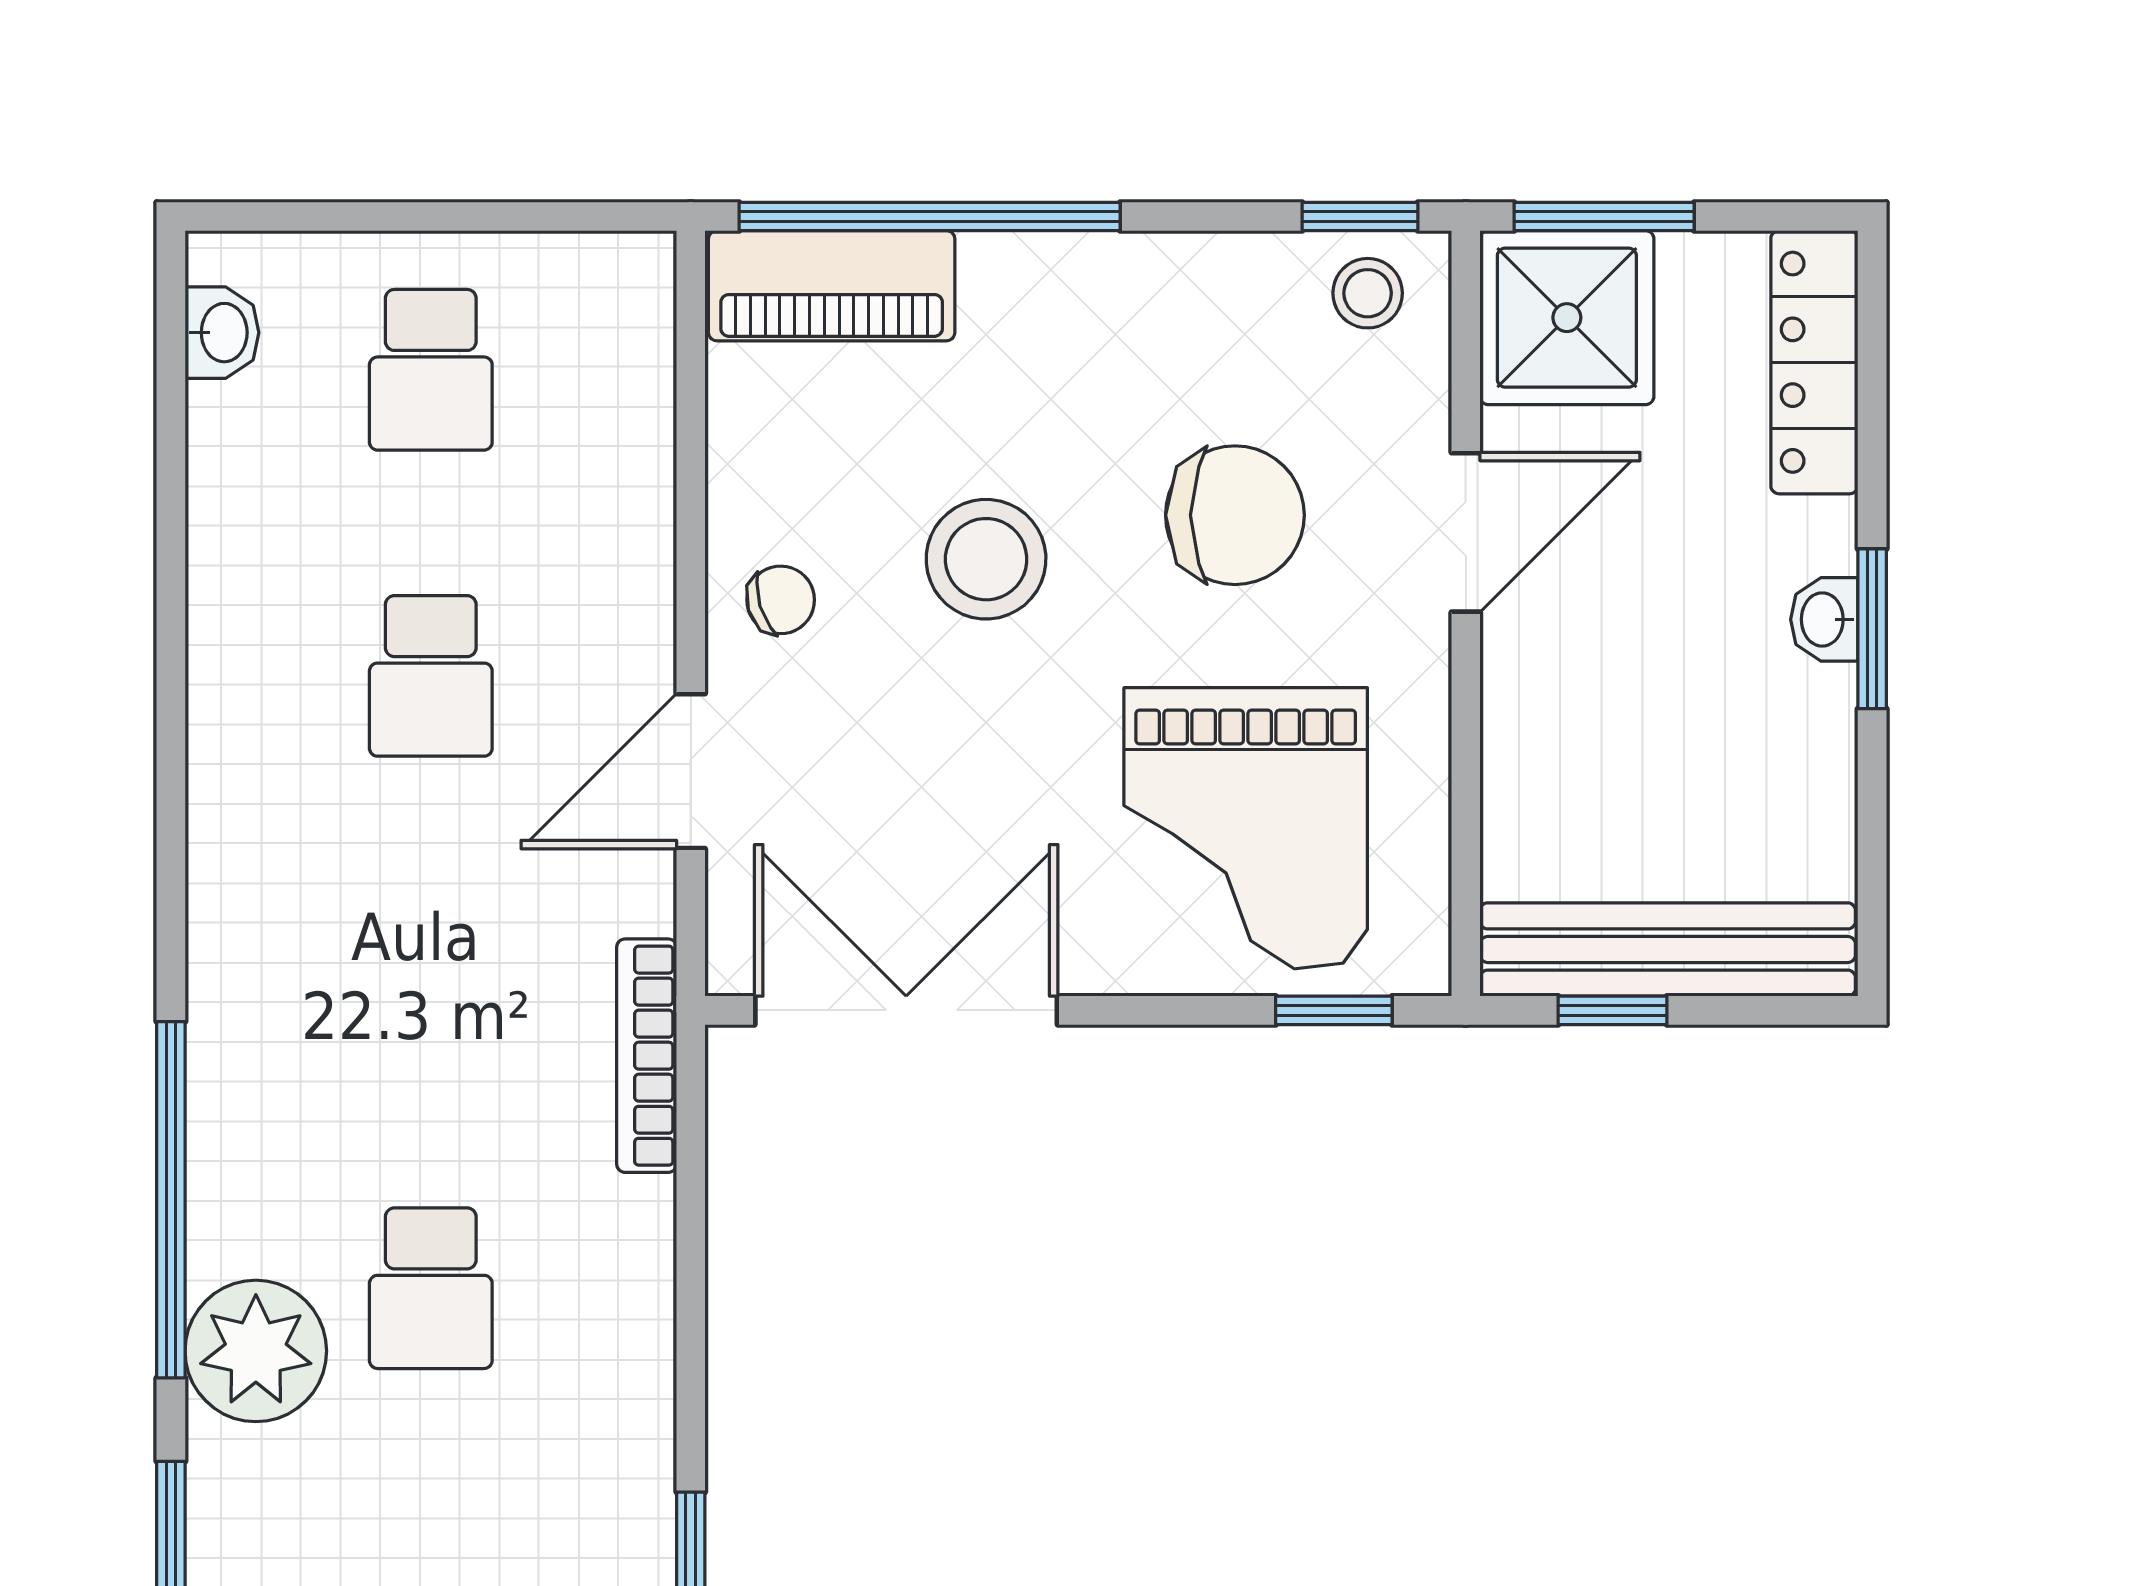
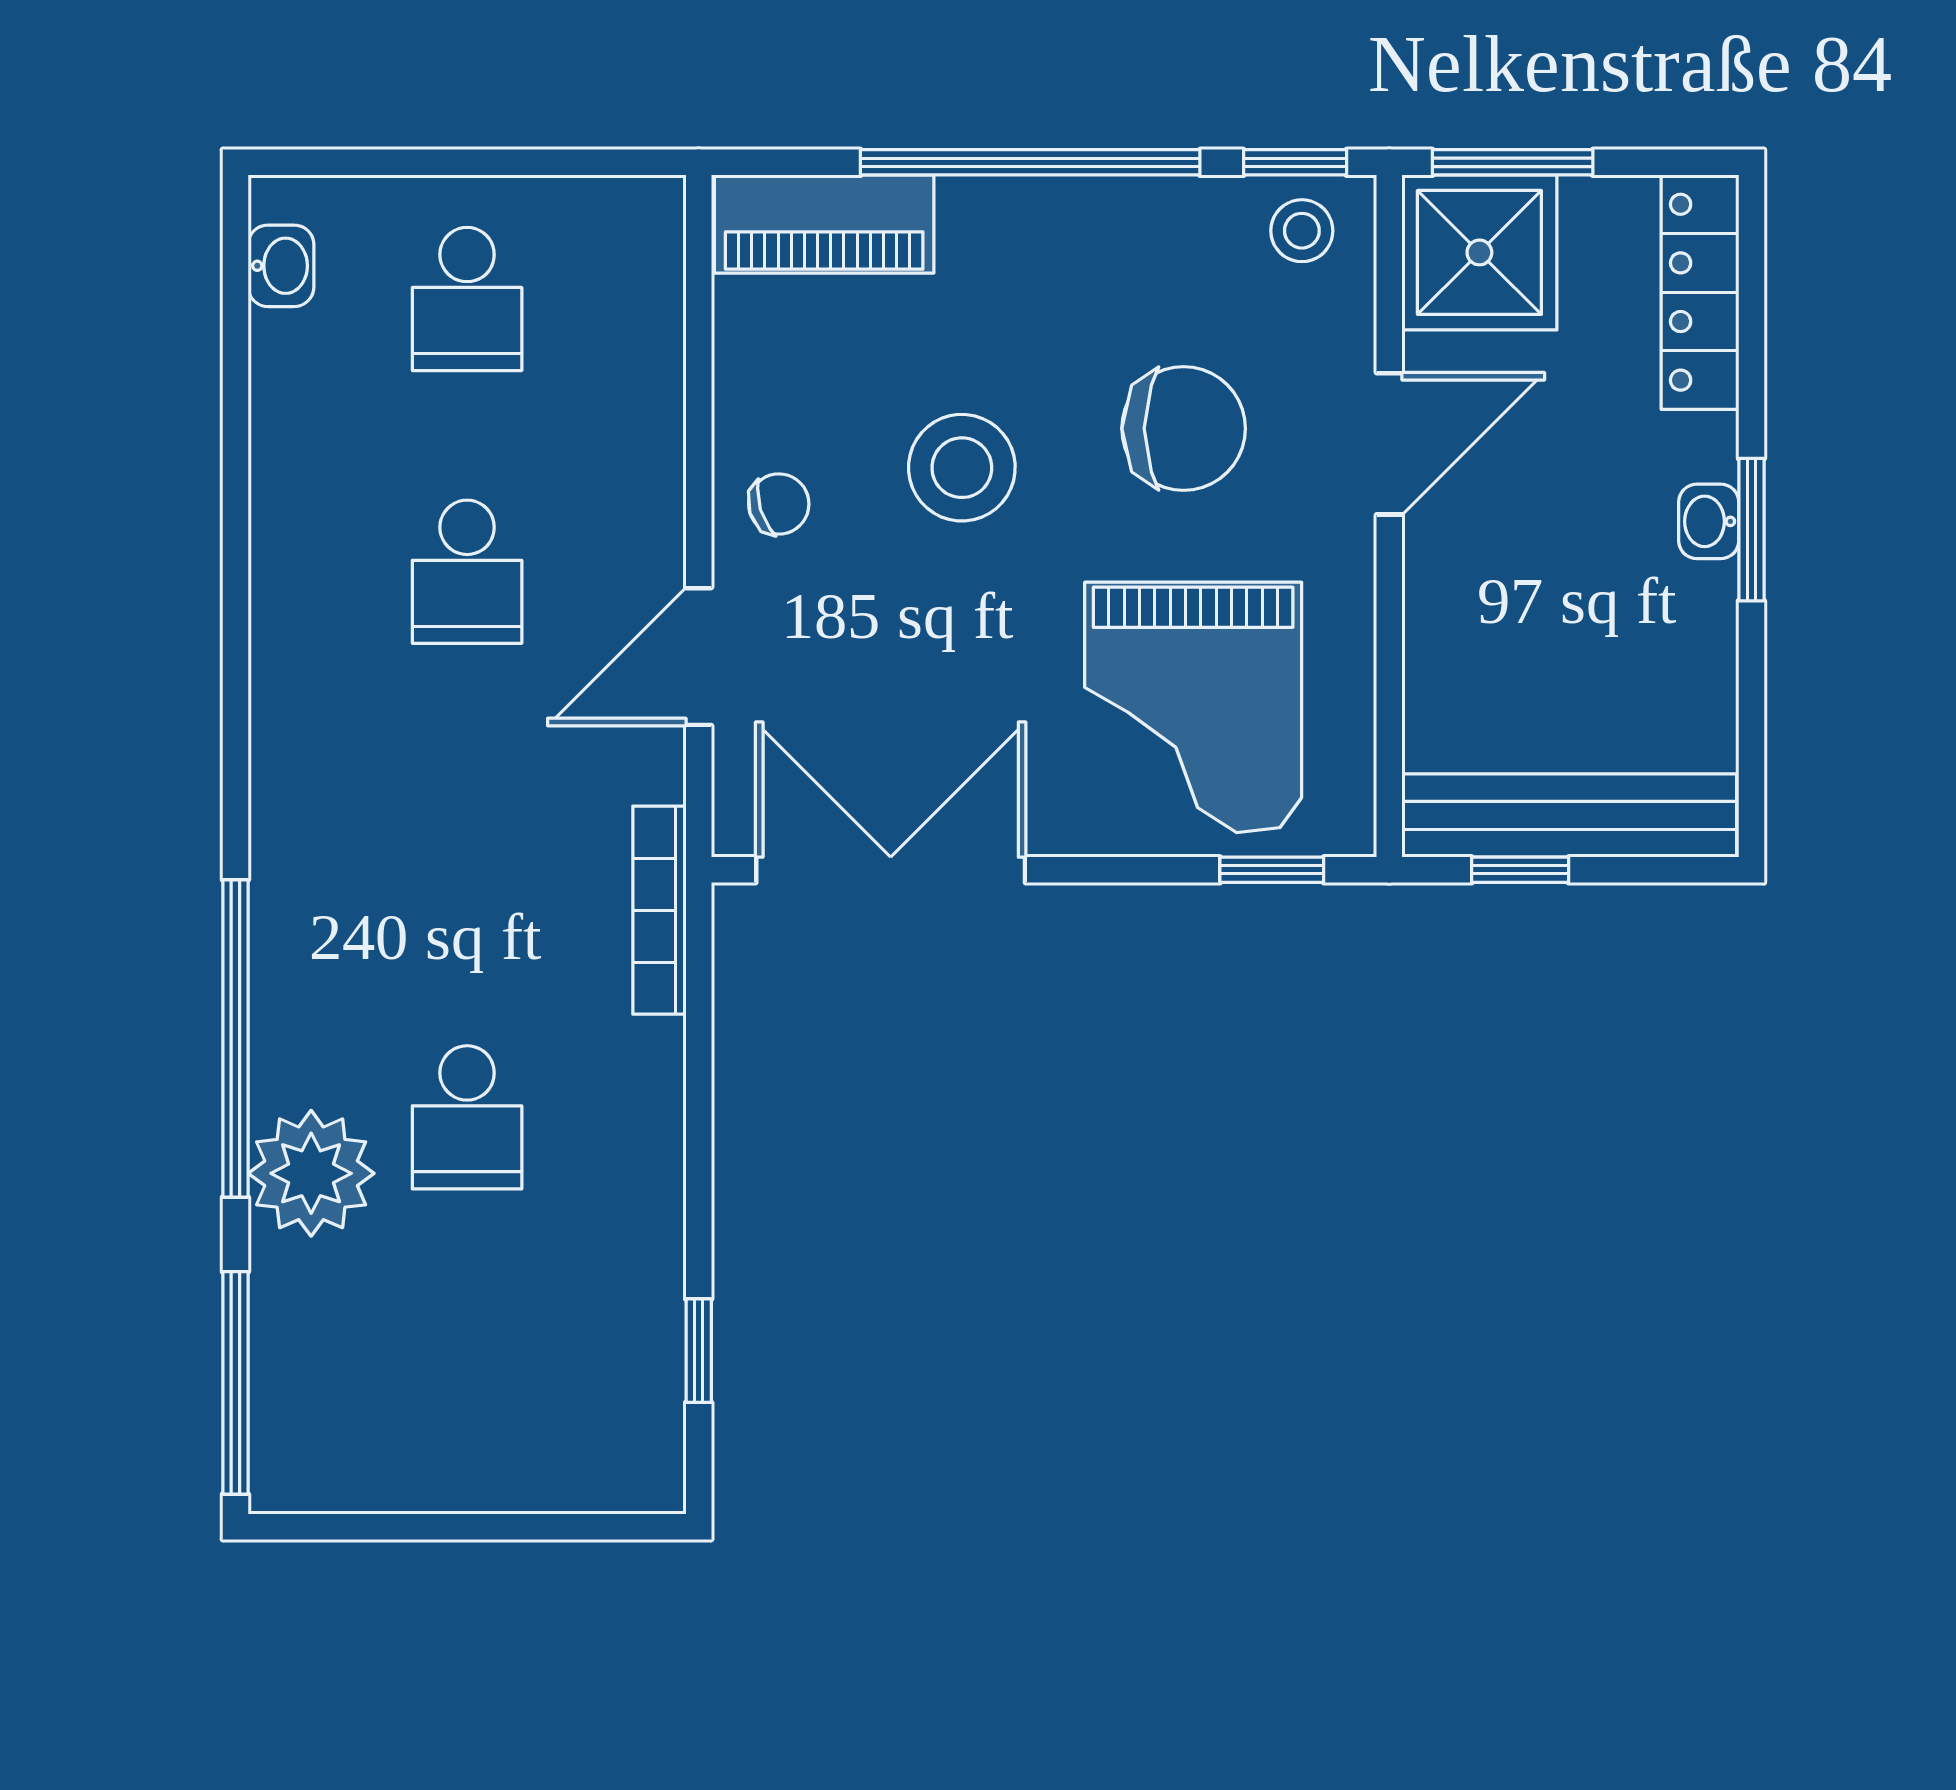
window: (930, 216) -> (1030, 162), moved

